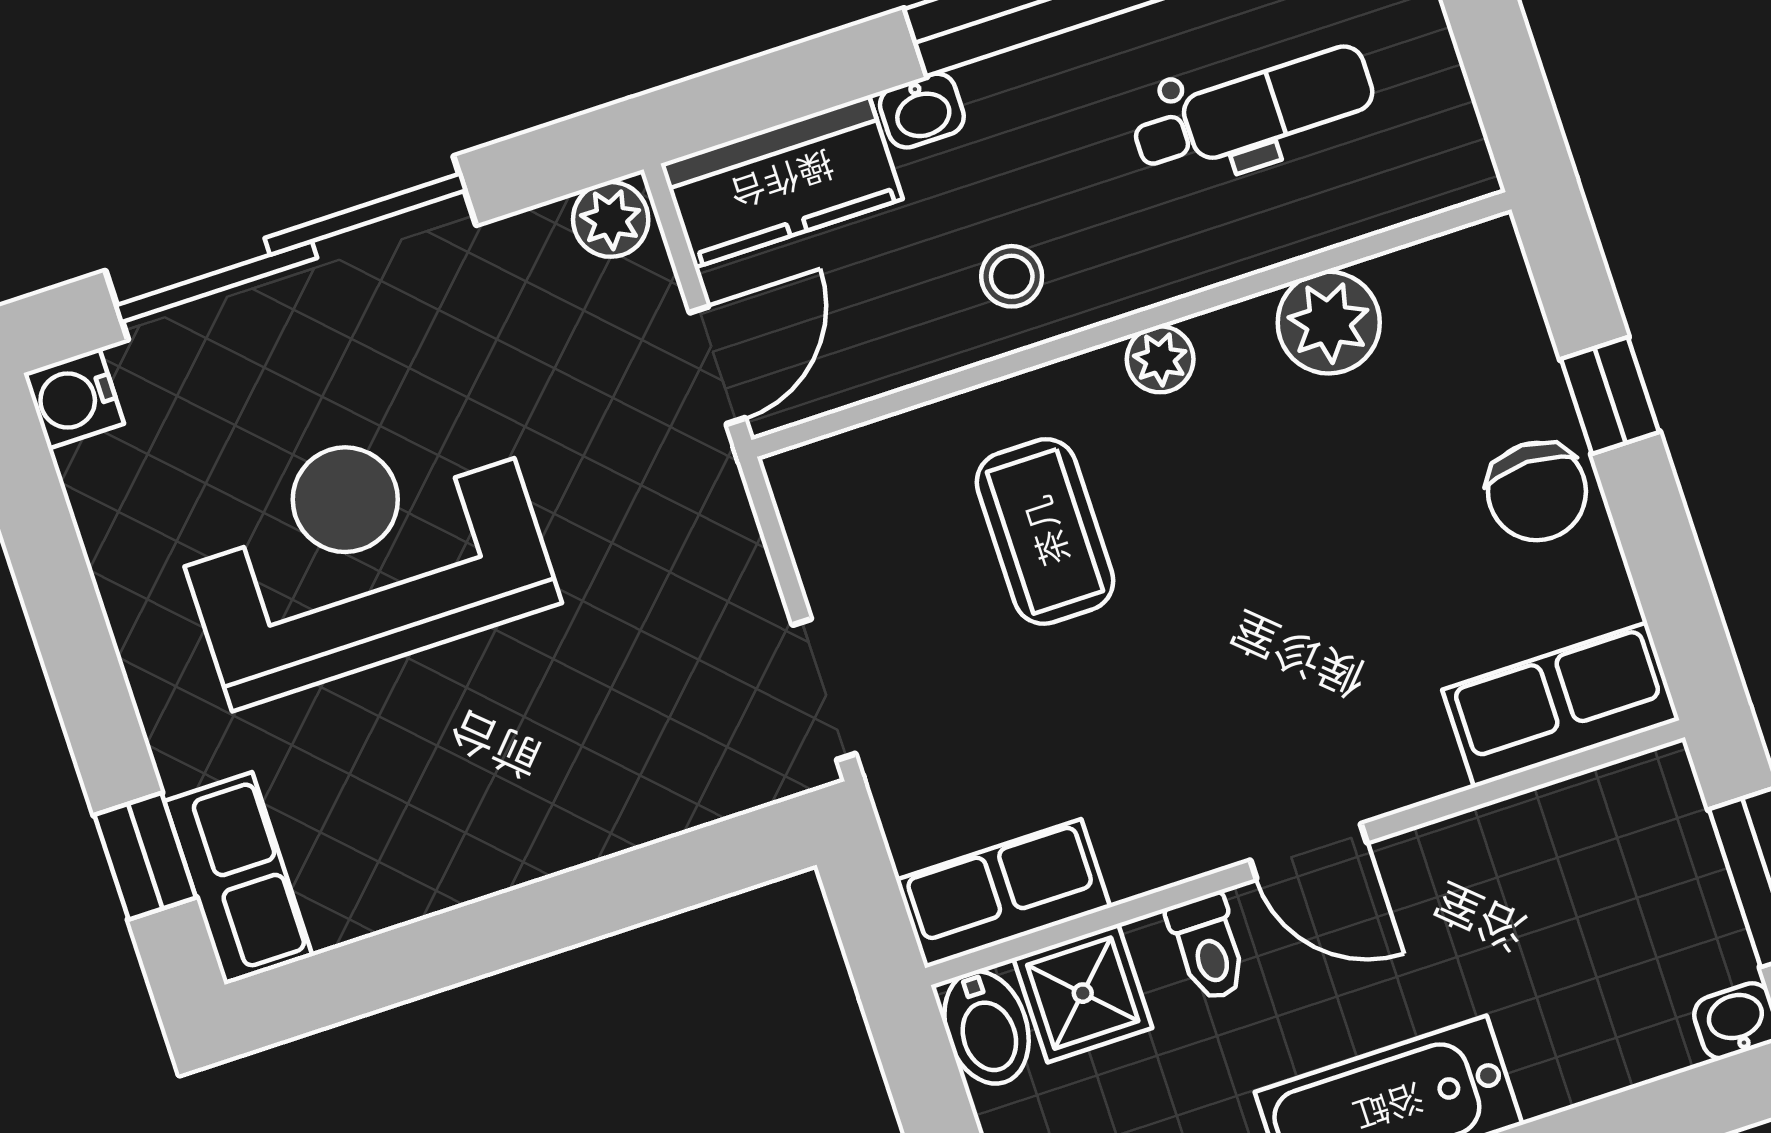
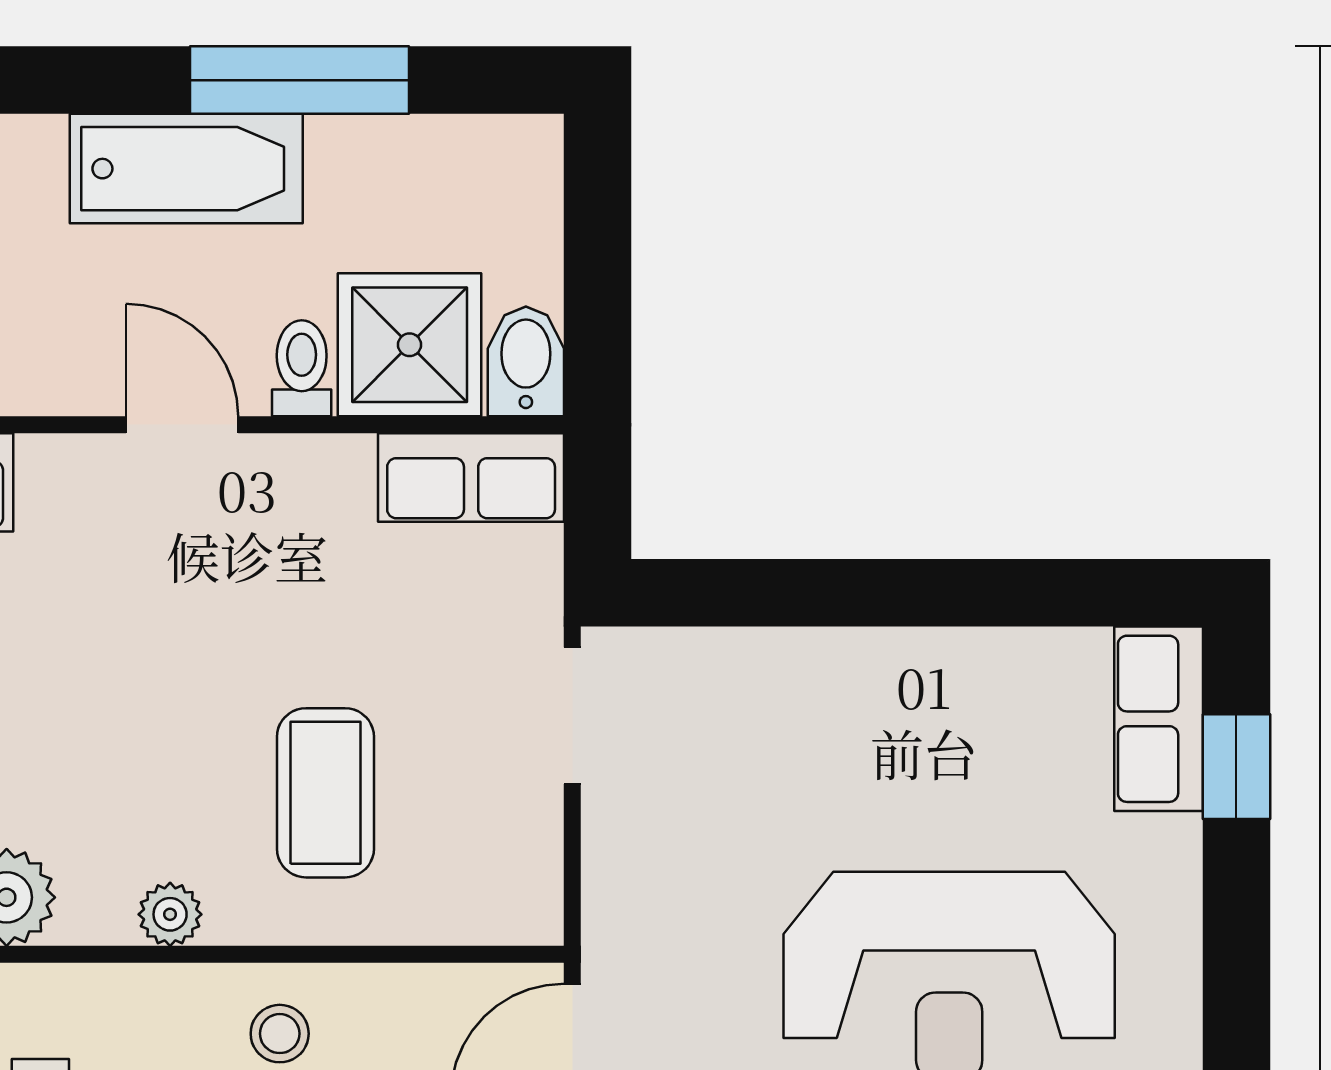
shower: (1083, 993) -> (410, 345), width x1.36, depth x1.36

